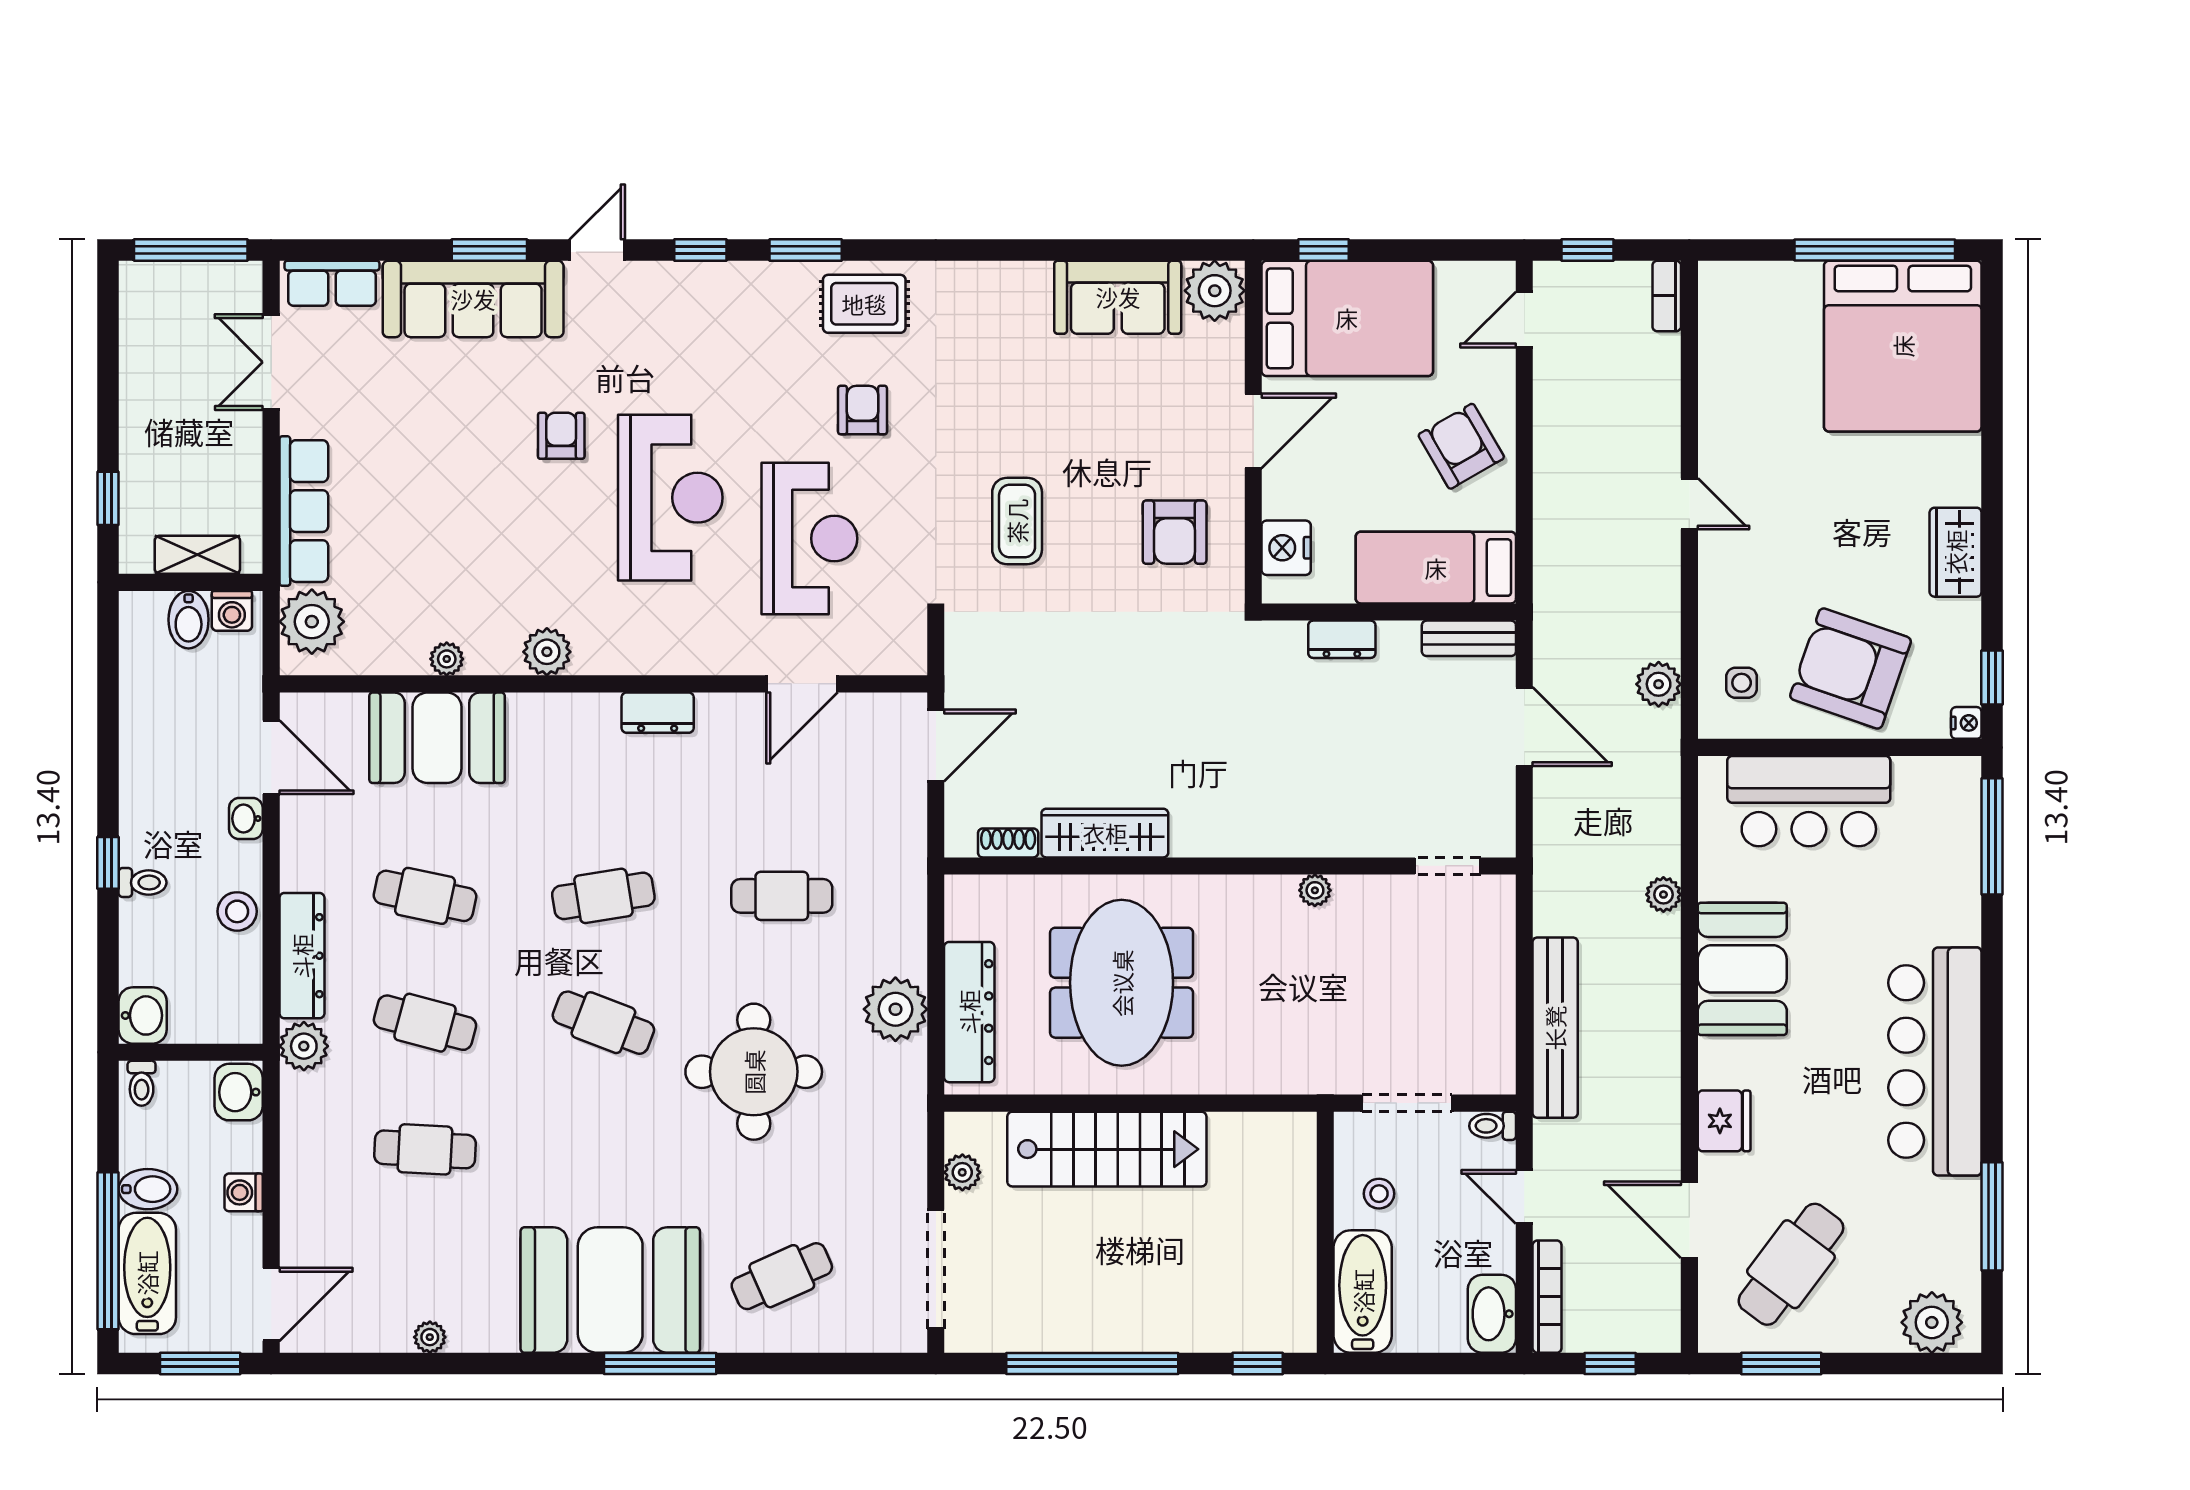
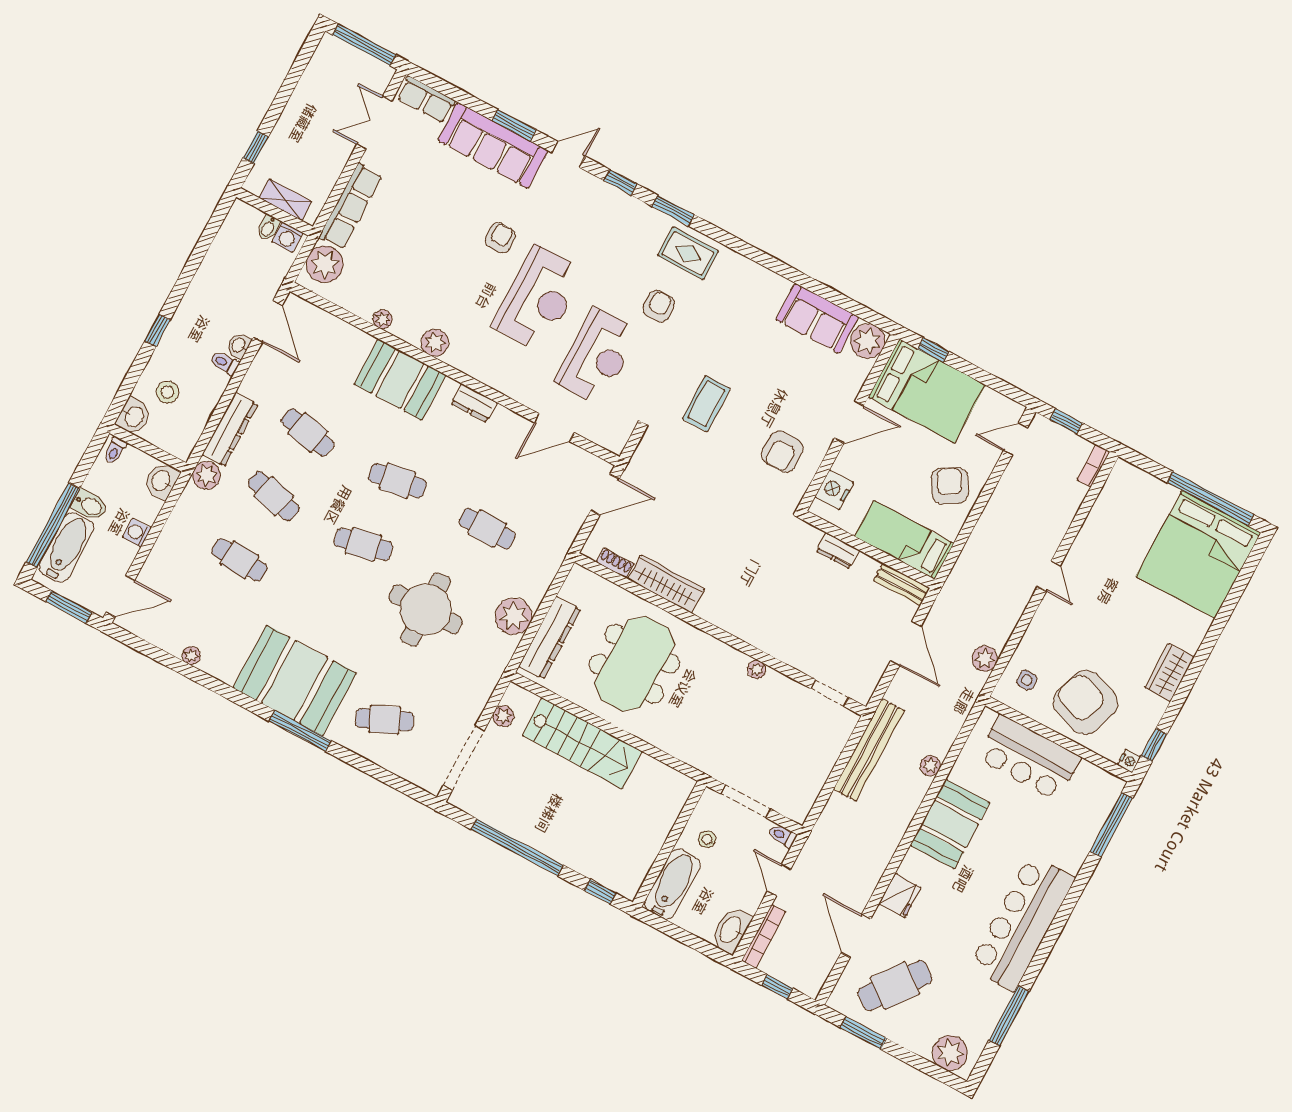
bidet: (189, 620) -> (268, 228), width x0.72, depth x0.74
booth: (437, 738) -> (400, 380), moved
toilet: (142, 883) -> (225, 363), moved, turned 180
stool: (237, 911) -> (167, 392), moved
cafe table: (603, 1023) -> (363, 544), turned -33
bench: (1555, 1028) -> (869, 750), moved

